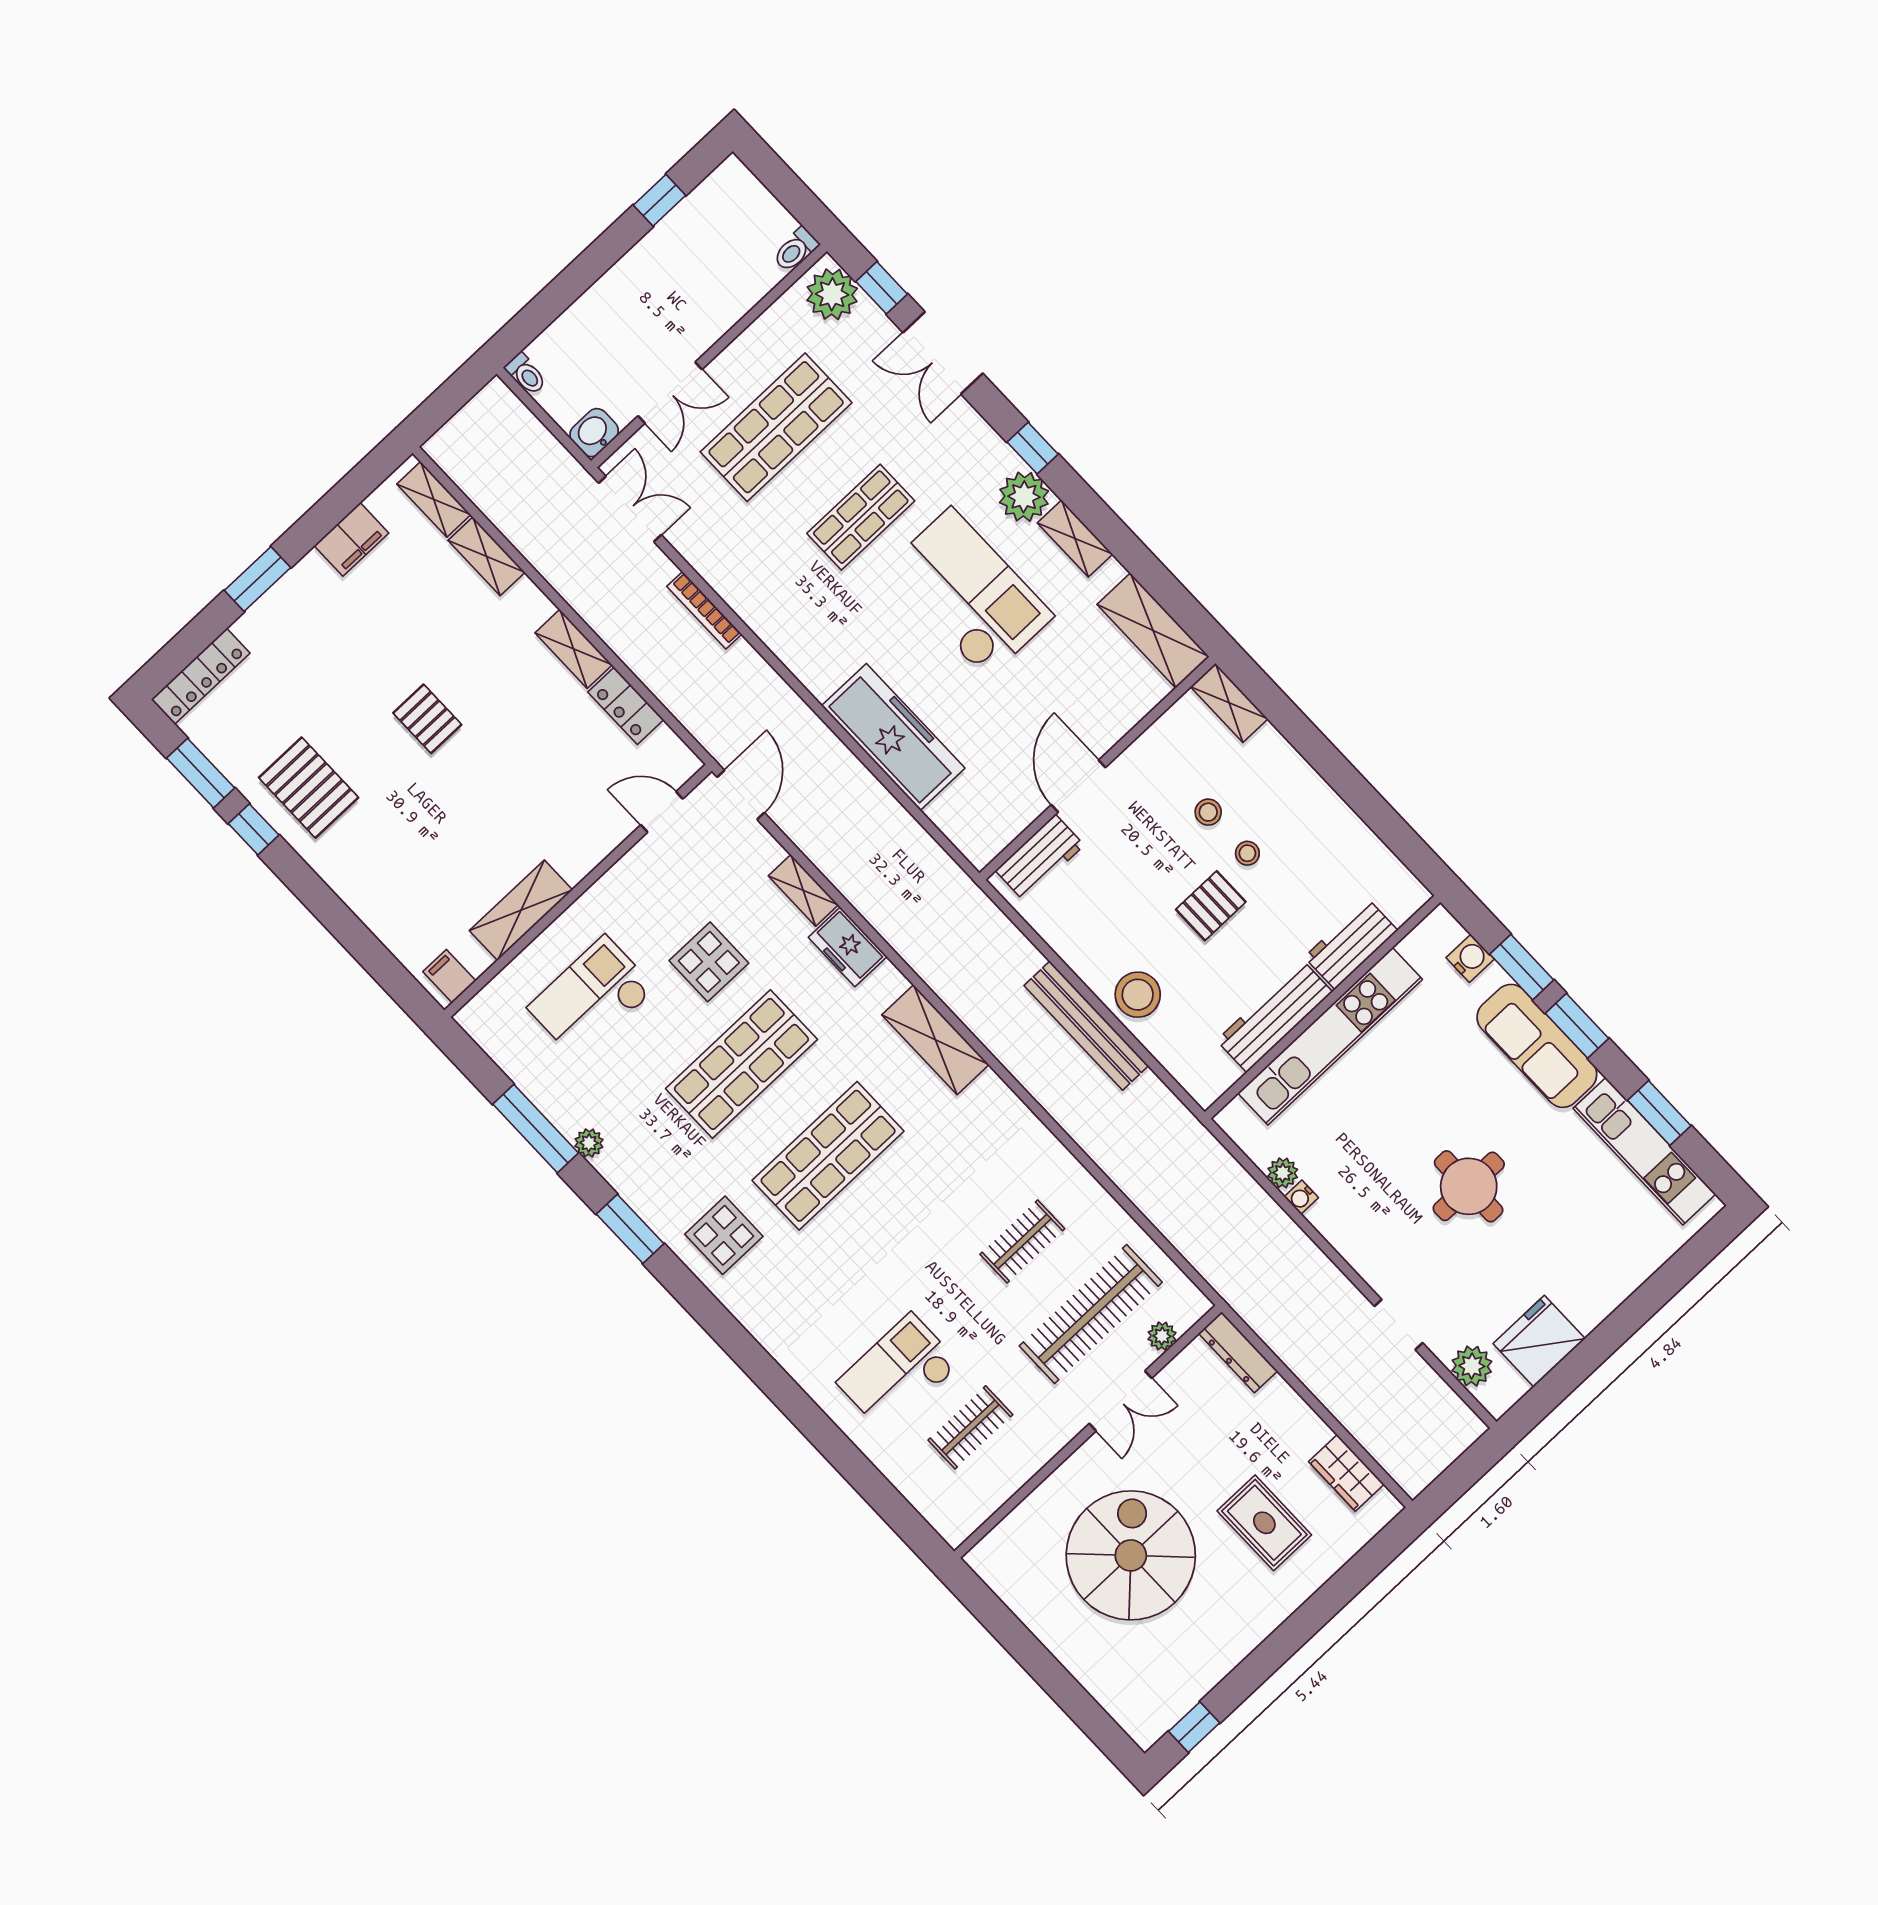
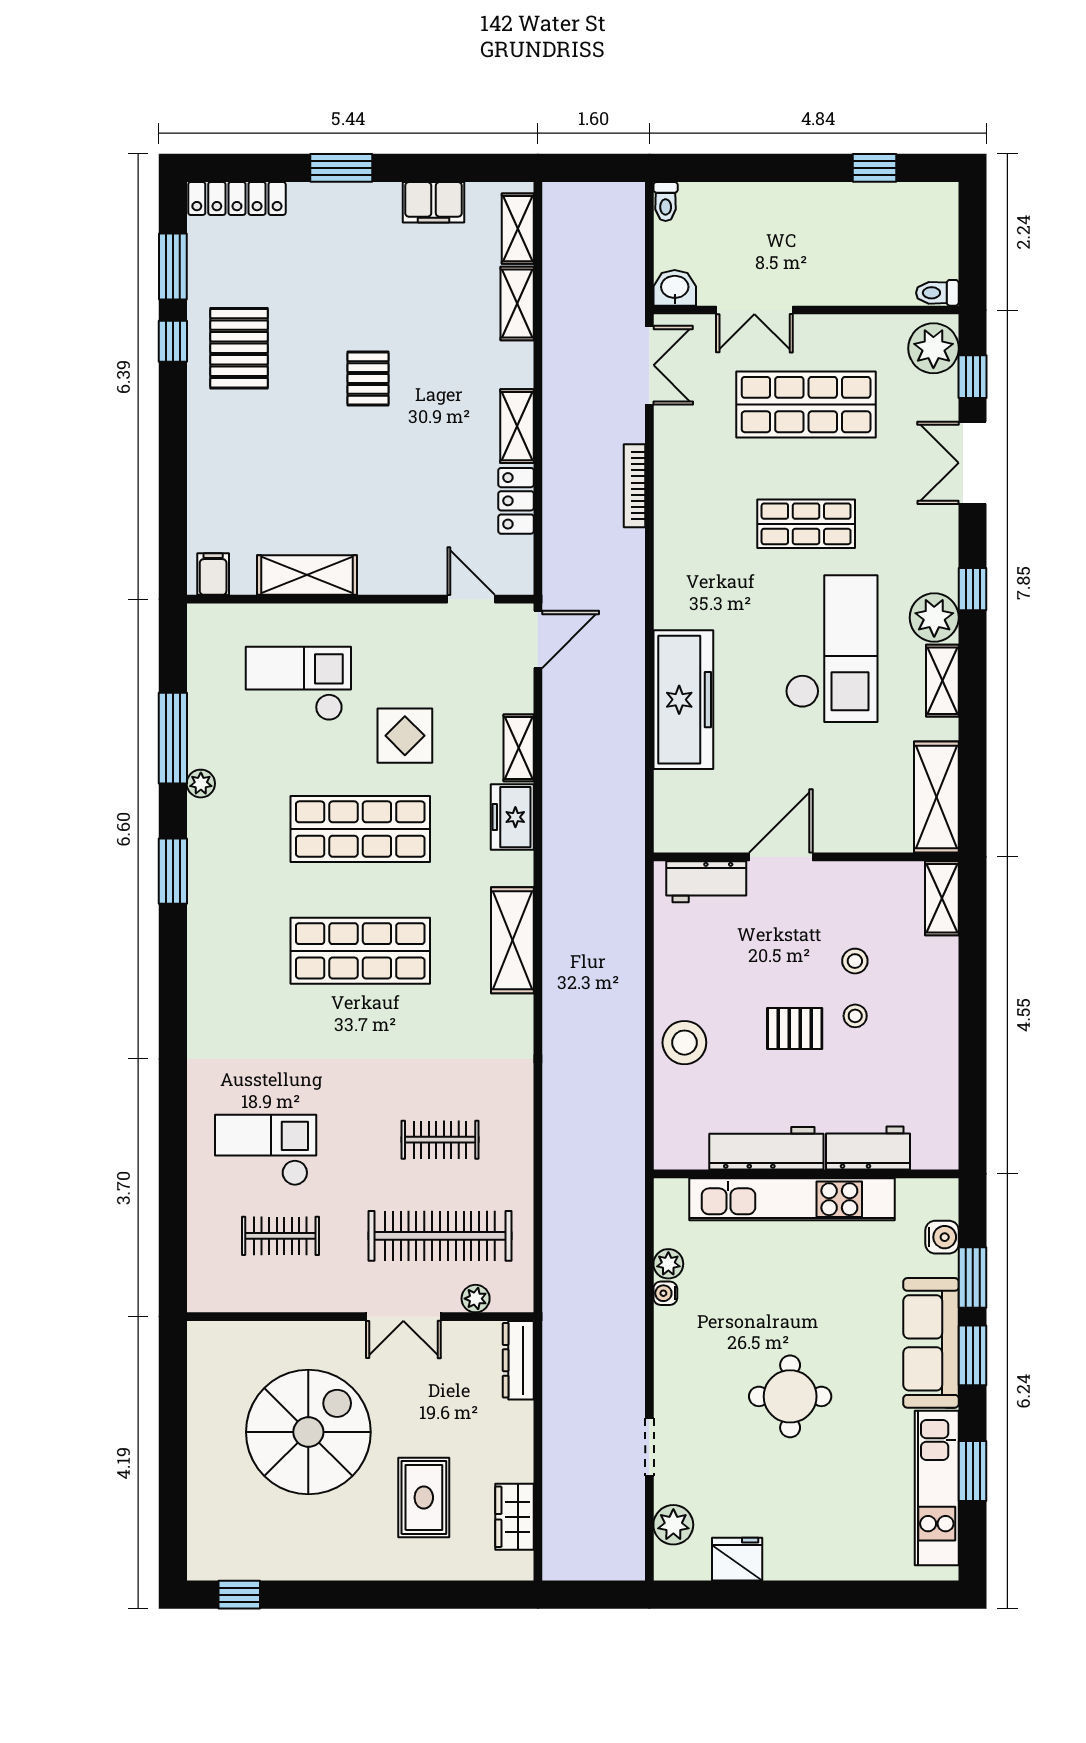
bench: (1086, 1026) -> (628, 1030), removed
display table: (724, 1235) -> (234, 938), removed
fridge: (1539, 1341) -> (737, 1559), width x0.73, depth x0.75

